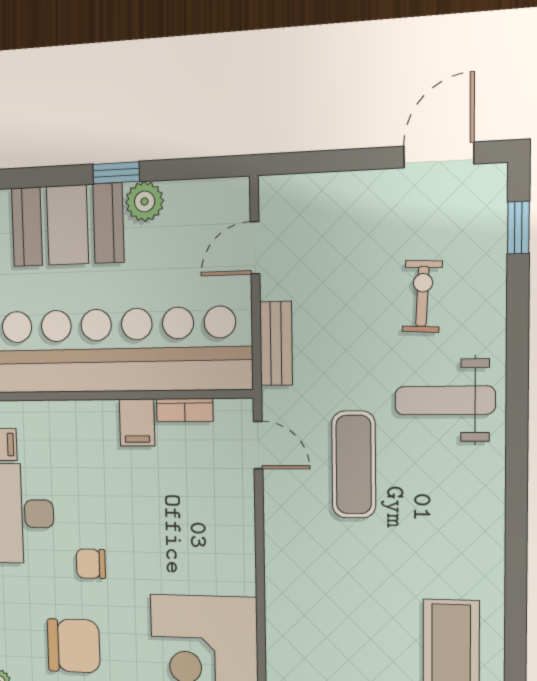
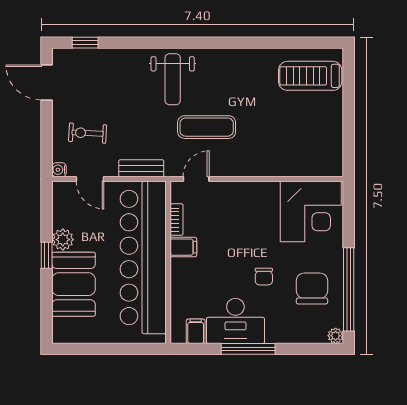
water cooler: (271, 188) -> (59, 170), added
exercise bike: (422, 296) -> (88, 133), moved

